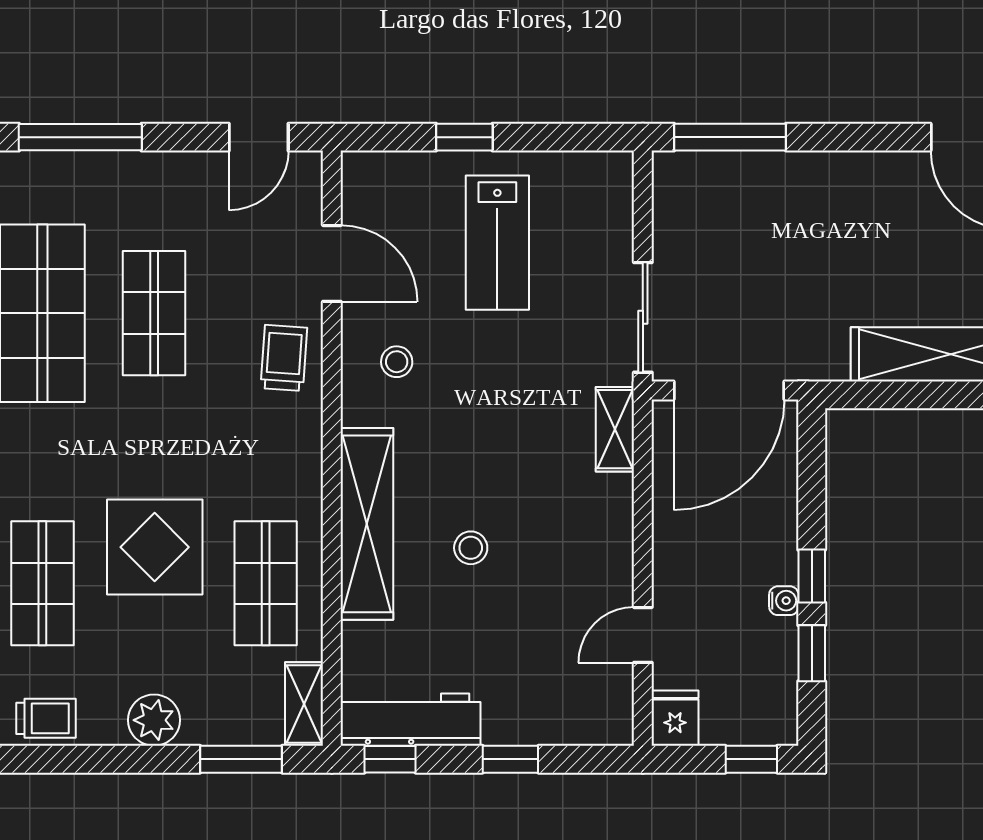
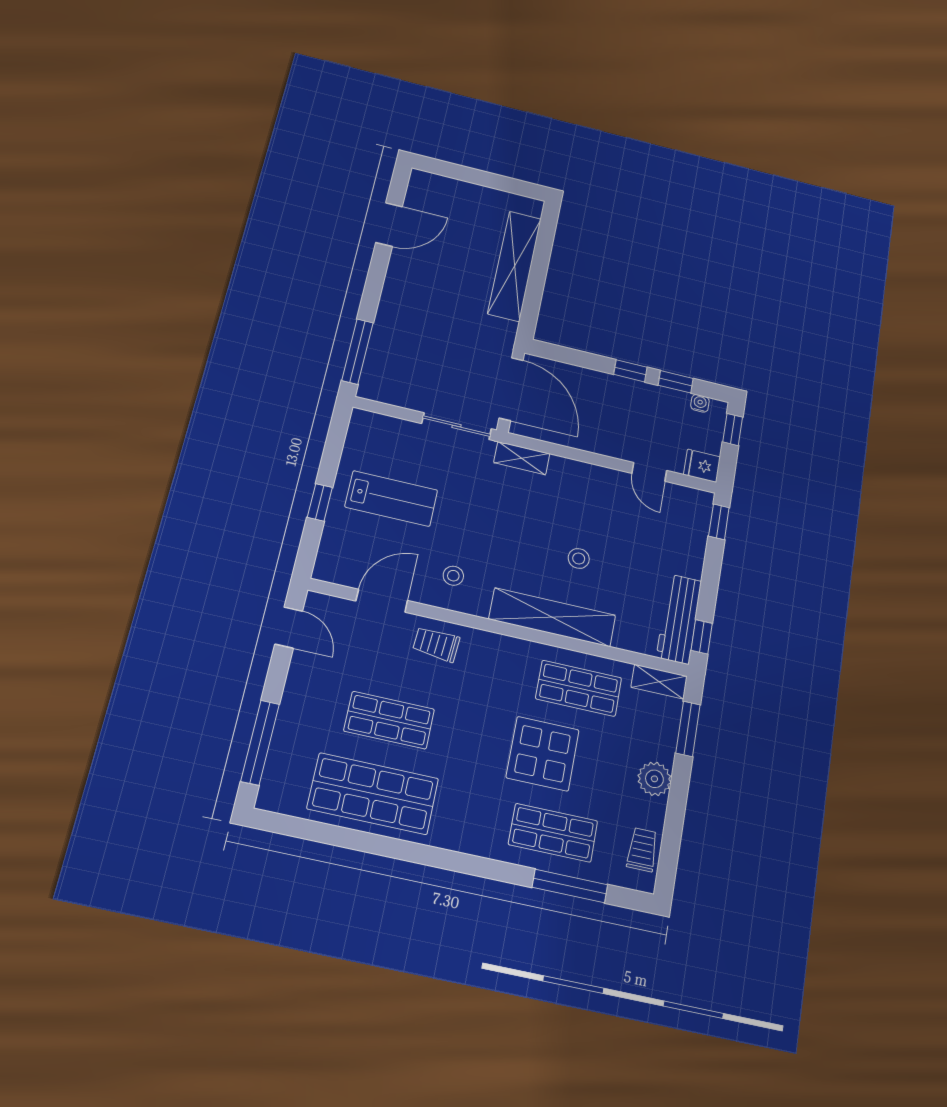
water cooler: (784, 601) -> (700, 403), moved
window: (510, 759) -> (719, 522), moved

